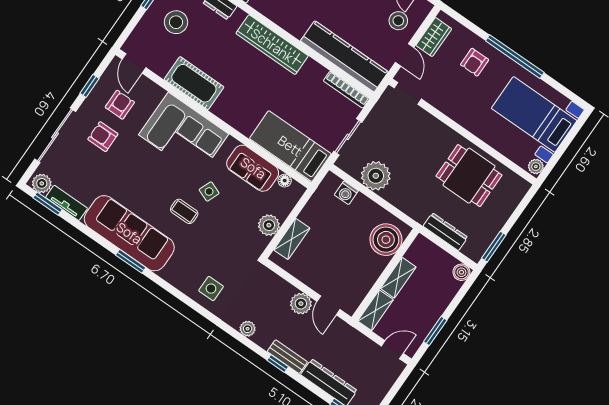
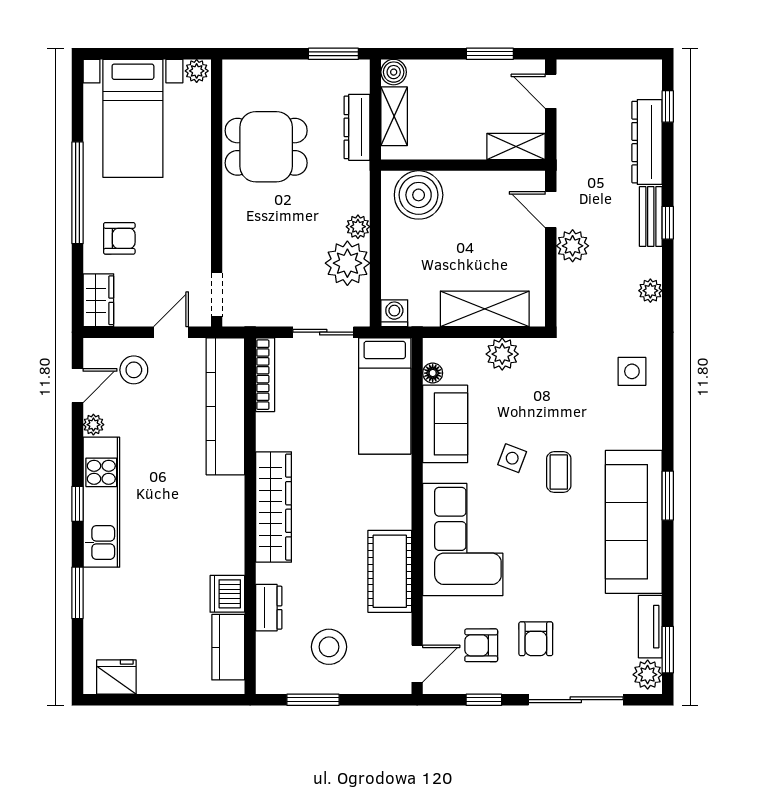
wardrobe: (434, 37) -> (98, 300), moved, turned 90
dining table: (469, 176) -> (266, 147), turned 90
washing machine: (346, 193) -> (394, 313), moved, turned -90
plant: (392, 195) -> (358, 227), added
shelving: (292, 239) -> (485, 309), width x1.50, depth x1.33
shelving: (398, 278) -> (394, 116), moved, turned 90
door: (328, 305) -> (551, 210), swing flipped

